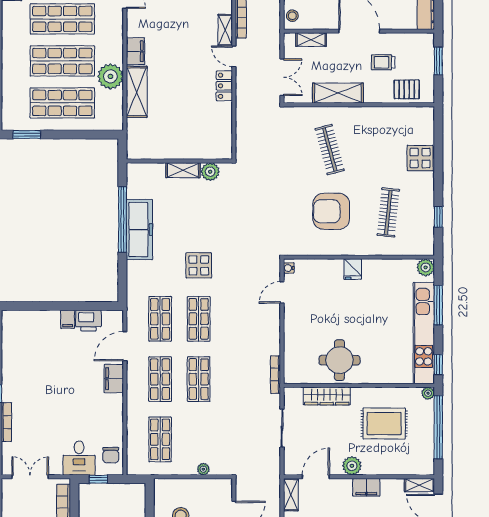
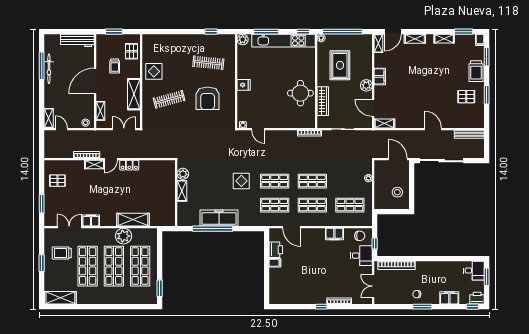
filing cabinet: (136, 51) -> (91, 220), moved
display table: (420, 158) -> (154, 71), moved
filing cabinet: (114, 379) -> (334, 234), moved

